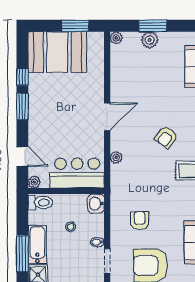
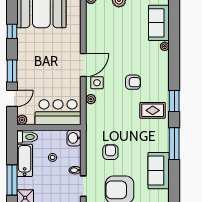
window: (22, 107) -> (12, 71), moved
armchair: (166, 137) -> (133, 82), turned -127
side table: (123, 138) -> (97, 83), added
door: (22, 157) -> (12, 98), hinge flipped
bathtub: (37, 245) -> (25, 160), moved

